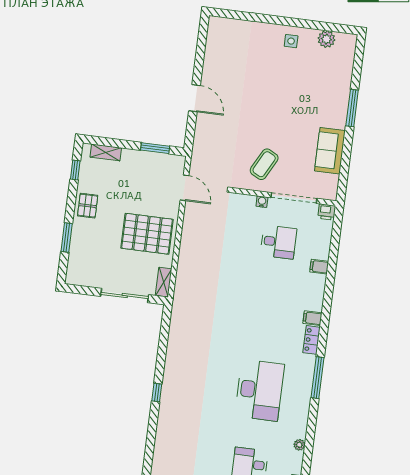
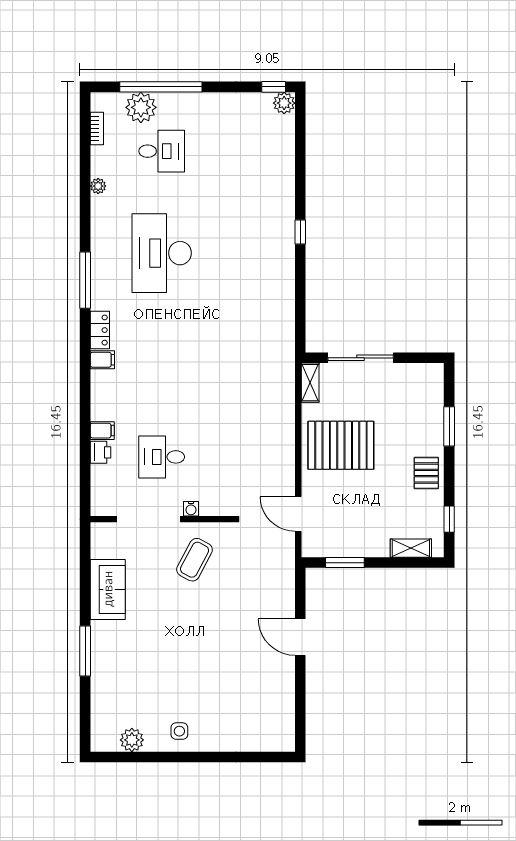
printer: (327, 212) -> (100, 452), moved, turned 90

